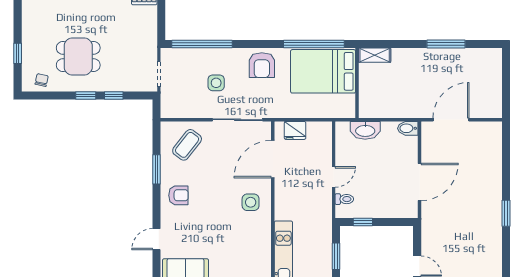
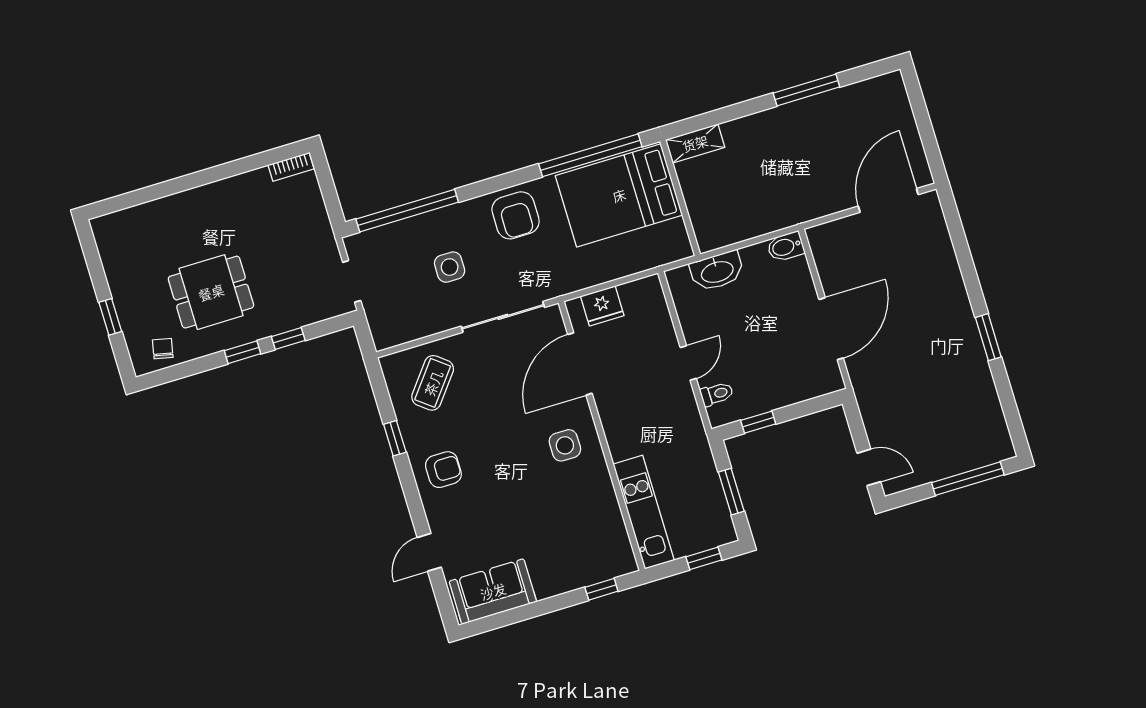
door: (451, 120) -> (888, 200), moved
window: (157, 169) -> (395, 438), width x0.67

